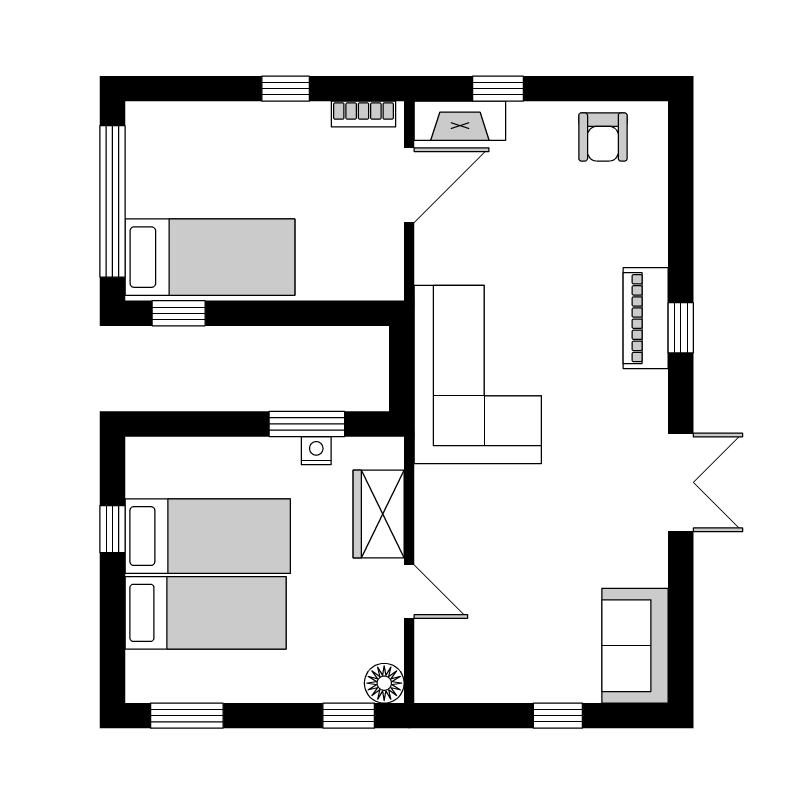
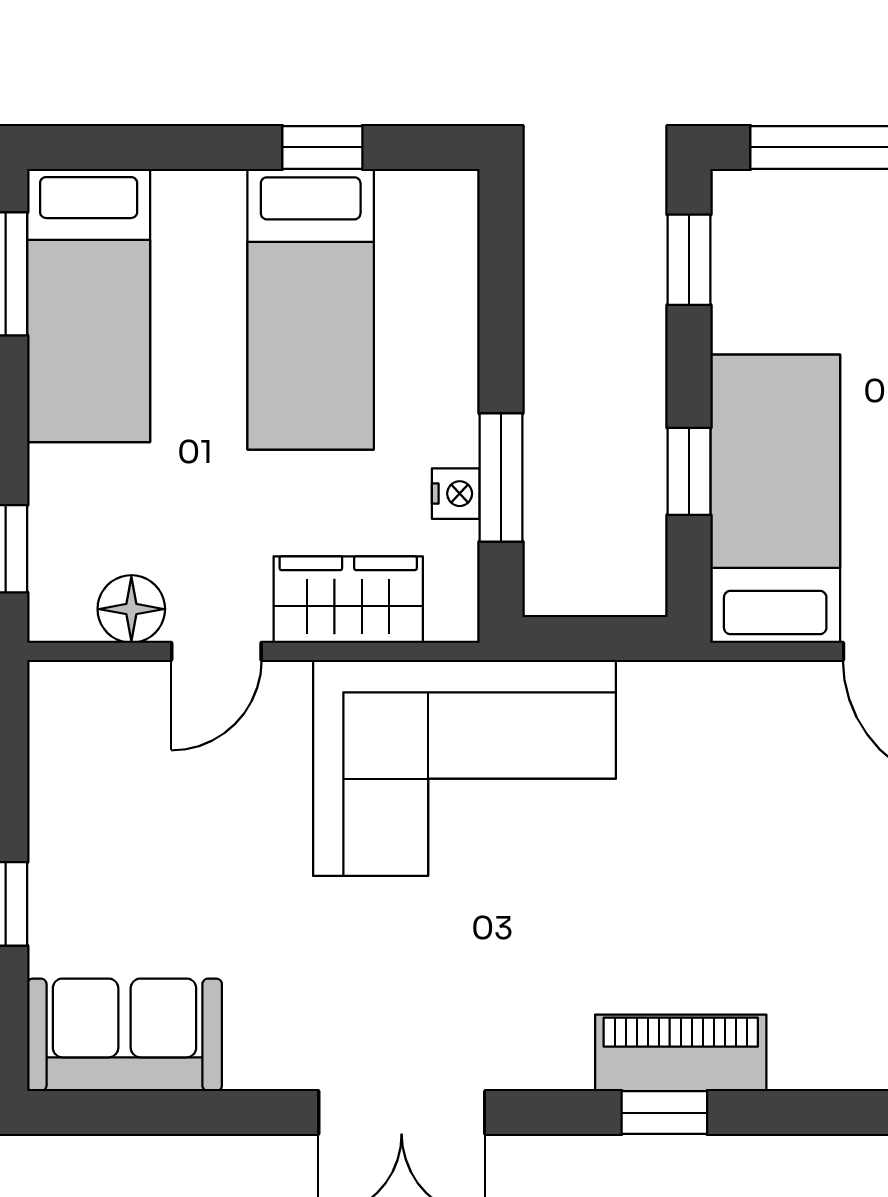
bed: (210, 257) -> (775, 499), moved, turned 180
window: (303, 313) -> (689, 471), added
corner sofa: (478, 374) -> (464, 768), moved
bed: (206, 613) -> (89, 306), moved
floor lamp: (384, 683) -> (131, 609), moved

